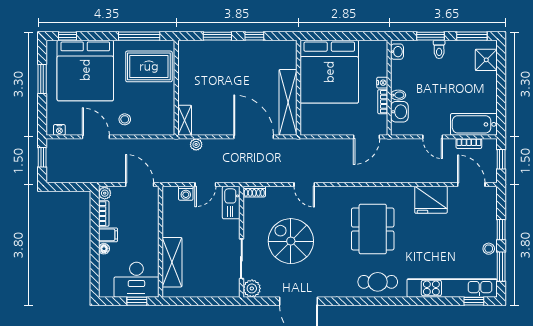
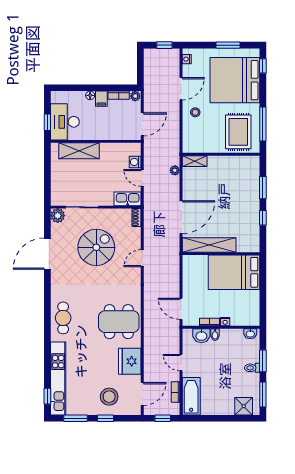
bed: (329, 72) -> (234, 272), width x0.73
door: (433, 137) -> (181, 363), hinge flipped
dining table: (373, 229) -> (119, 322), moved
stool: (489, 249) -> (109, 397), moved, width x1.89, depth x1.89

